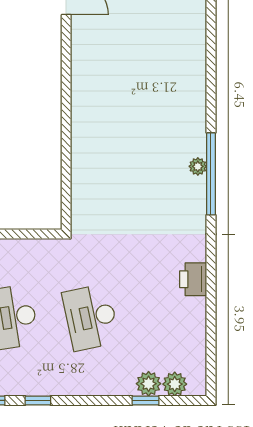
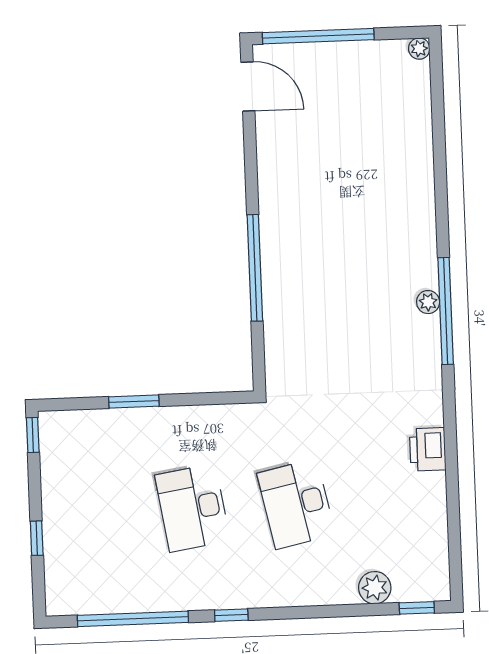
window: (66, 135) -> (255, 268), added
plant: (175, 384) -> (409, 587), removed
window: (146, 400) -> (417, 608), moved

